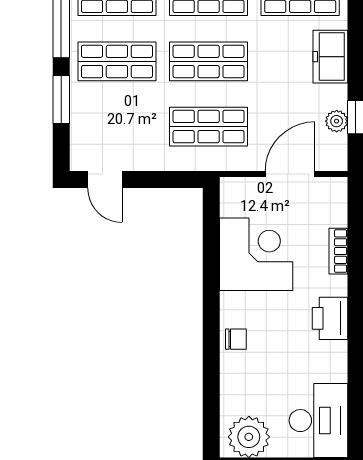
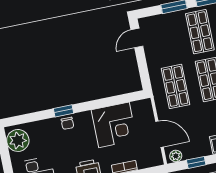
plant: (337, 121) -> (176, 156), moved
window: (211, 342) -> (63, 111), added

